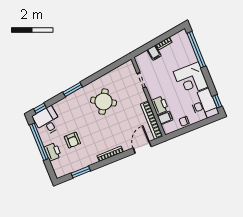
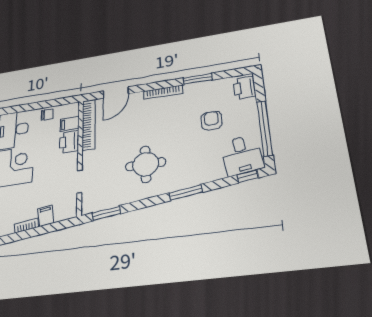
window: (116, 64) -> (106, 213), added
round table: (104, 102) -> (146, 164), turned -30
printer: (53, 152) -> (245, 88), moved
window: (81, 172) -> (198, 79), moved

